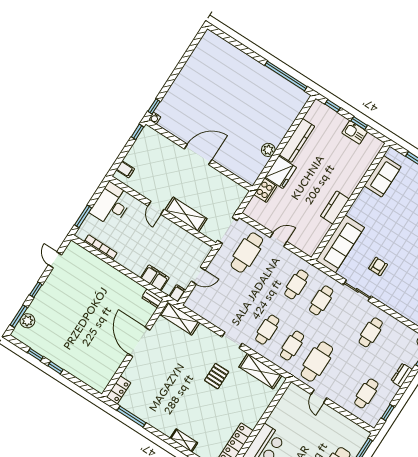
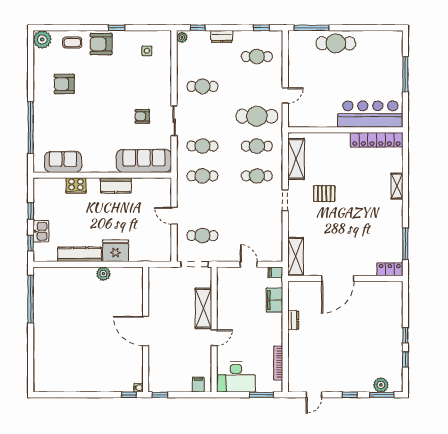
kitchen sink: (355, 132) -> (41, 231), moved
cooker: (265, 190) -> (76, 185), moved, turned 180
cafe table: (247, 253) -> (202, 236), width x0.73, depth x0.74
dresser: (152, 298) -> (293, 320), moved

